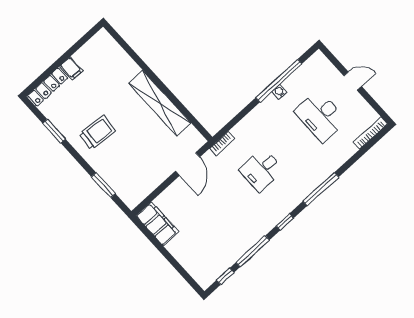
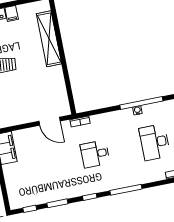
shelving: (160, 103) -> (49, 39), moved
door: (188, 164) -> (49, 121), hinge flipped
window: (253, 251) -> (57, 203), width x0.69

